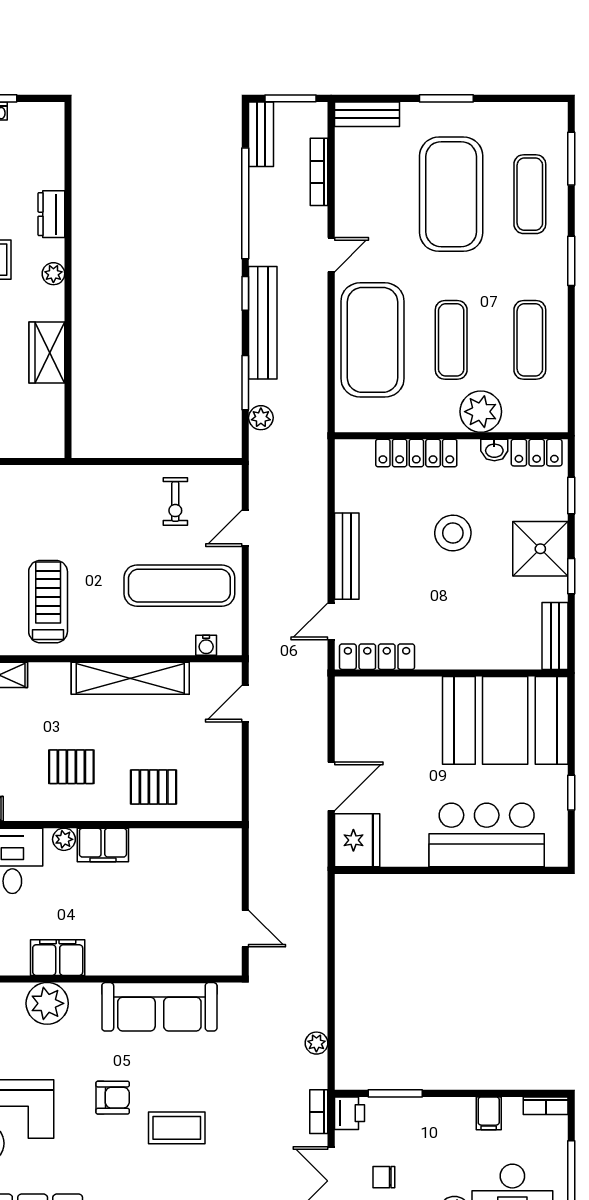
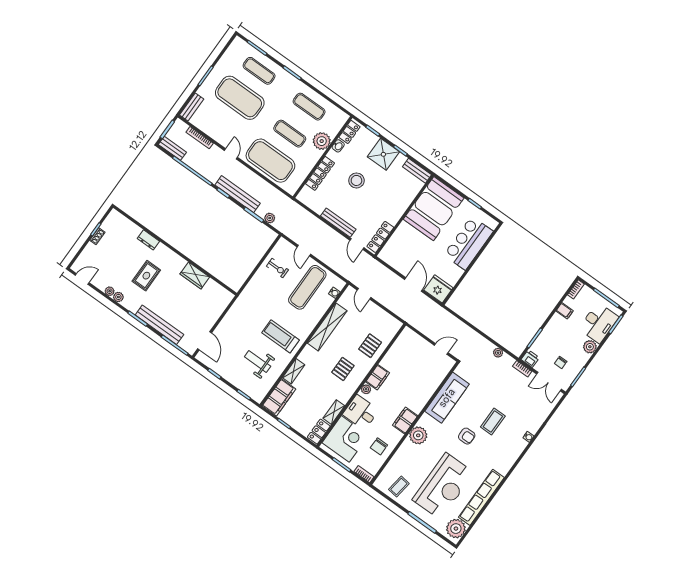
plant: (53, 274) -> (169, 254), removed
armchair: (113, 1098) -> (467, 436), turned 90

